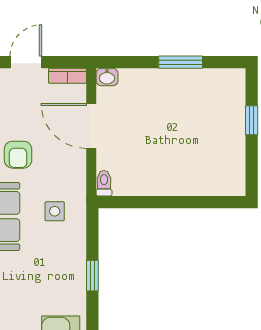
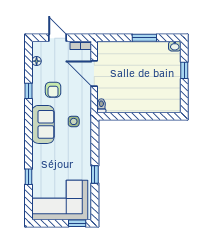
door: (26, 62) -> (57, 38), hinge flipped
washbasin: (107, 77) -> (175, 46), moved
window: (92, 276) -> (95, 175), moved

